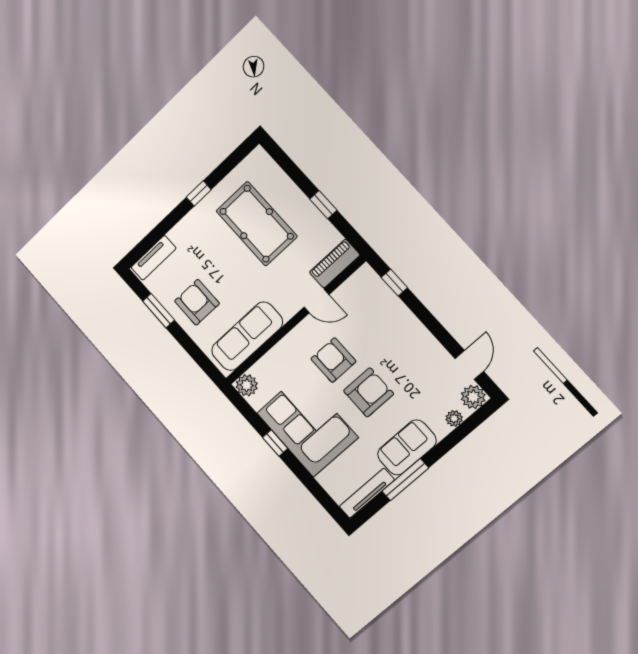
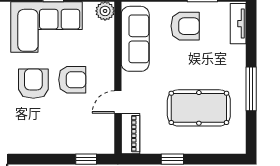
window: (199, 193) -> (251, 89), width x2.17
armchair: (369, 392) -> (33, 84), turned 180

